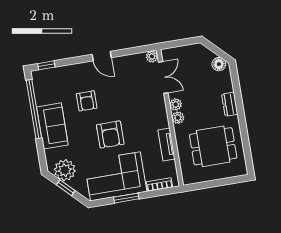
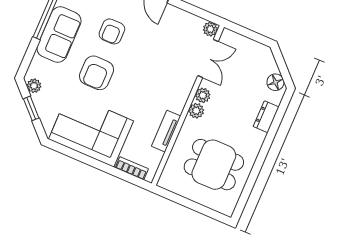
dresser: (230, 104) -> (266, 117), moved
armchair: (110, 135) -> (97, 73), moved
plant: (65, 170) -> (34, 86), width x0.53, depth x0.53
window: (126, 198) -> (88, 160), removed

